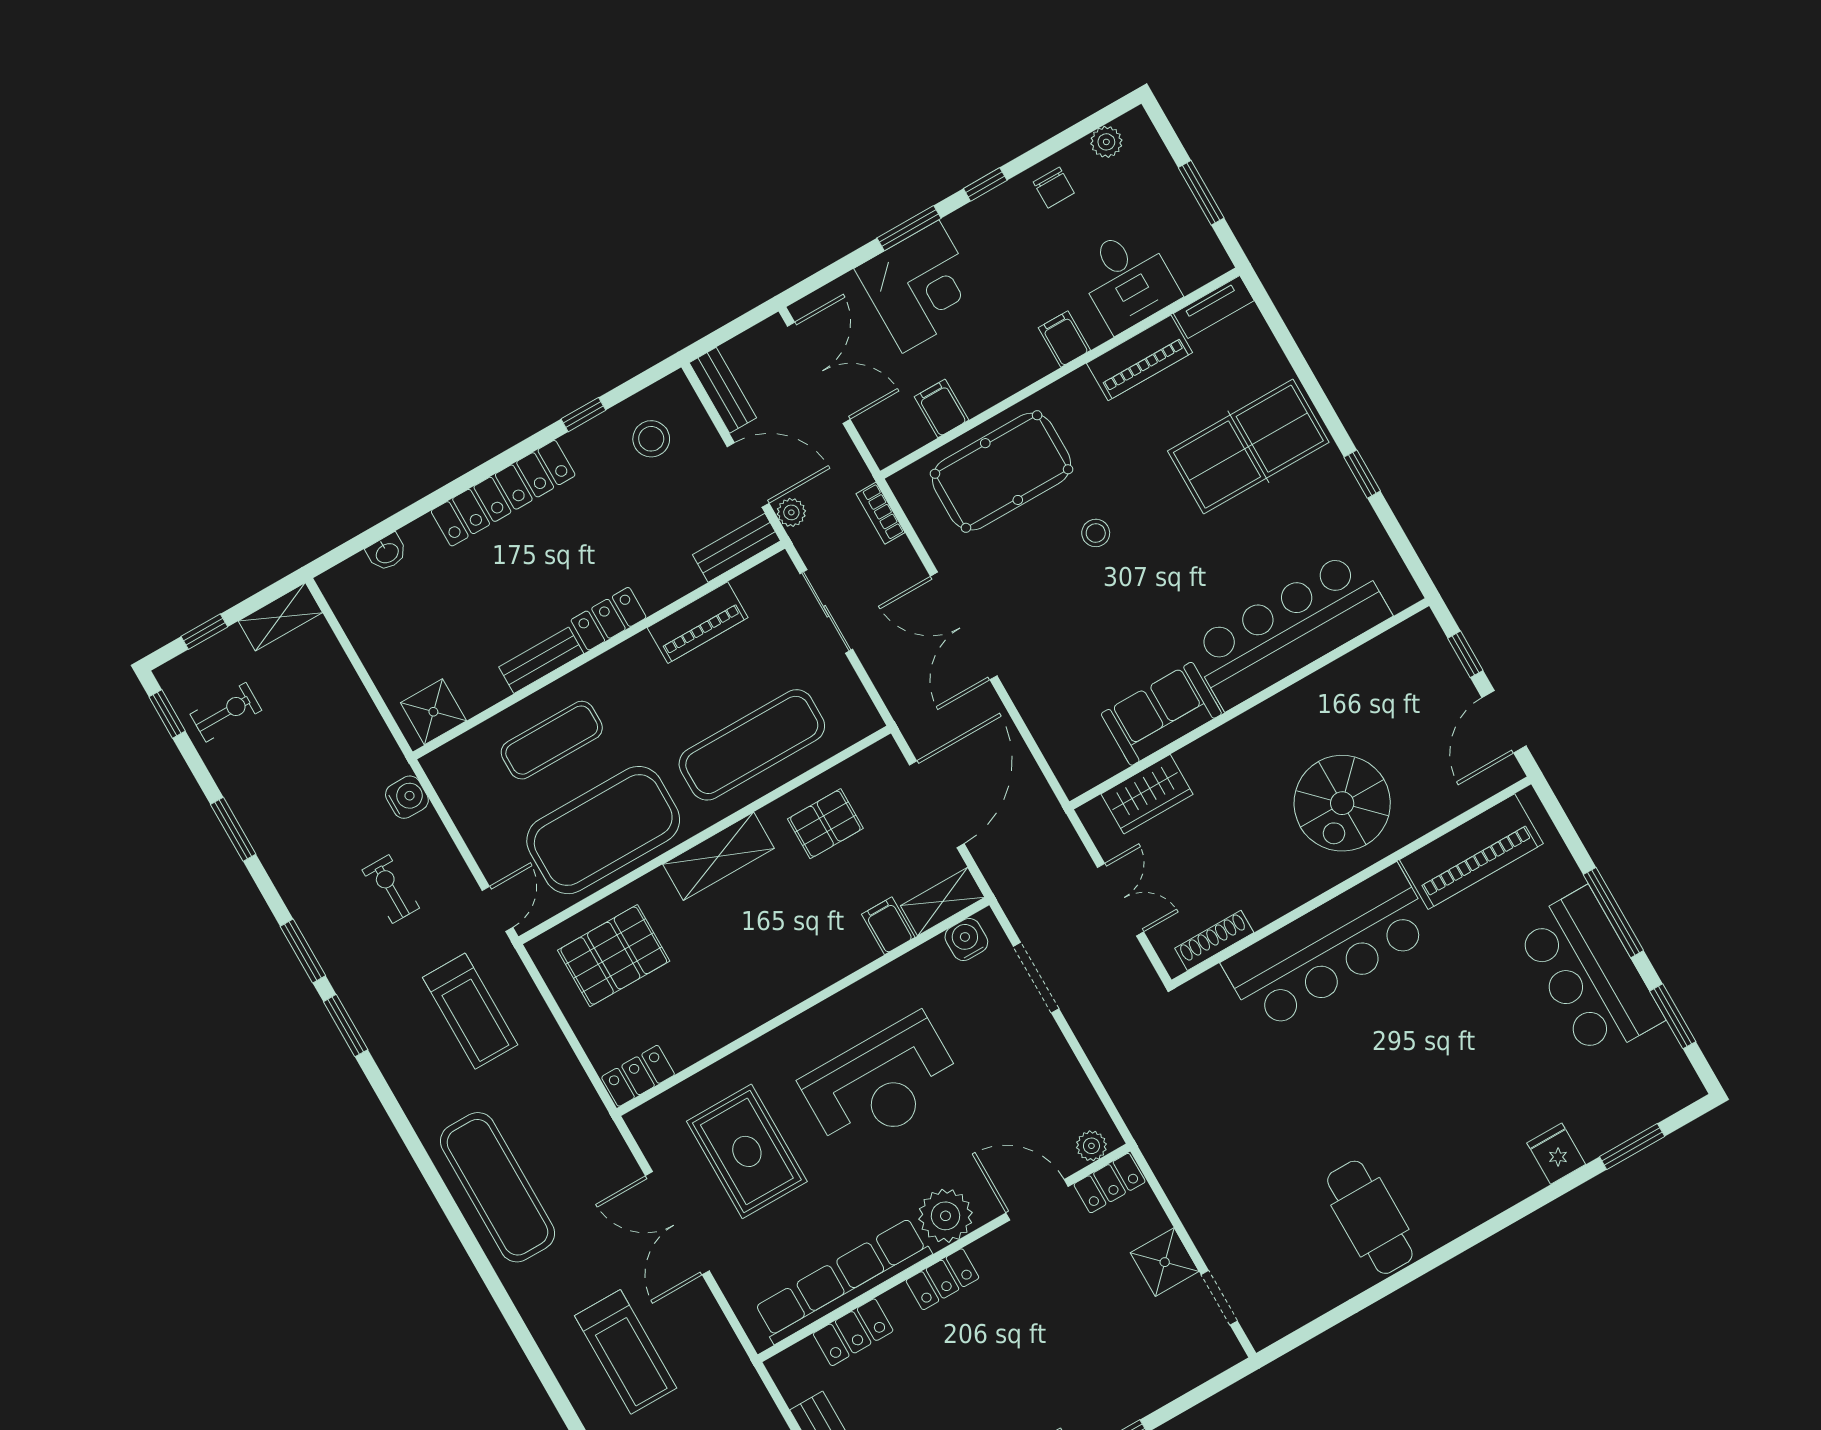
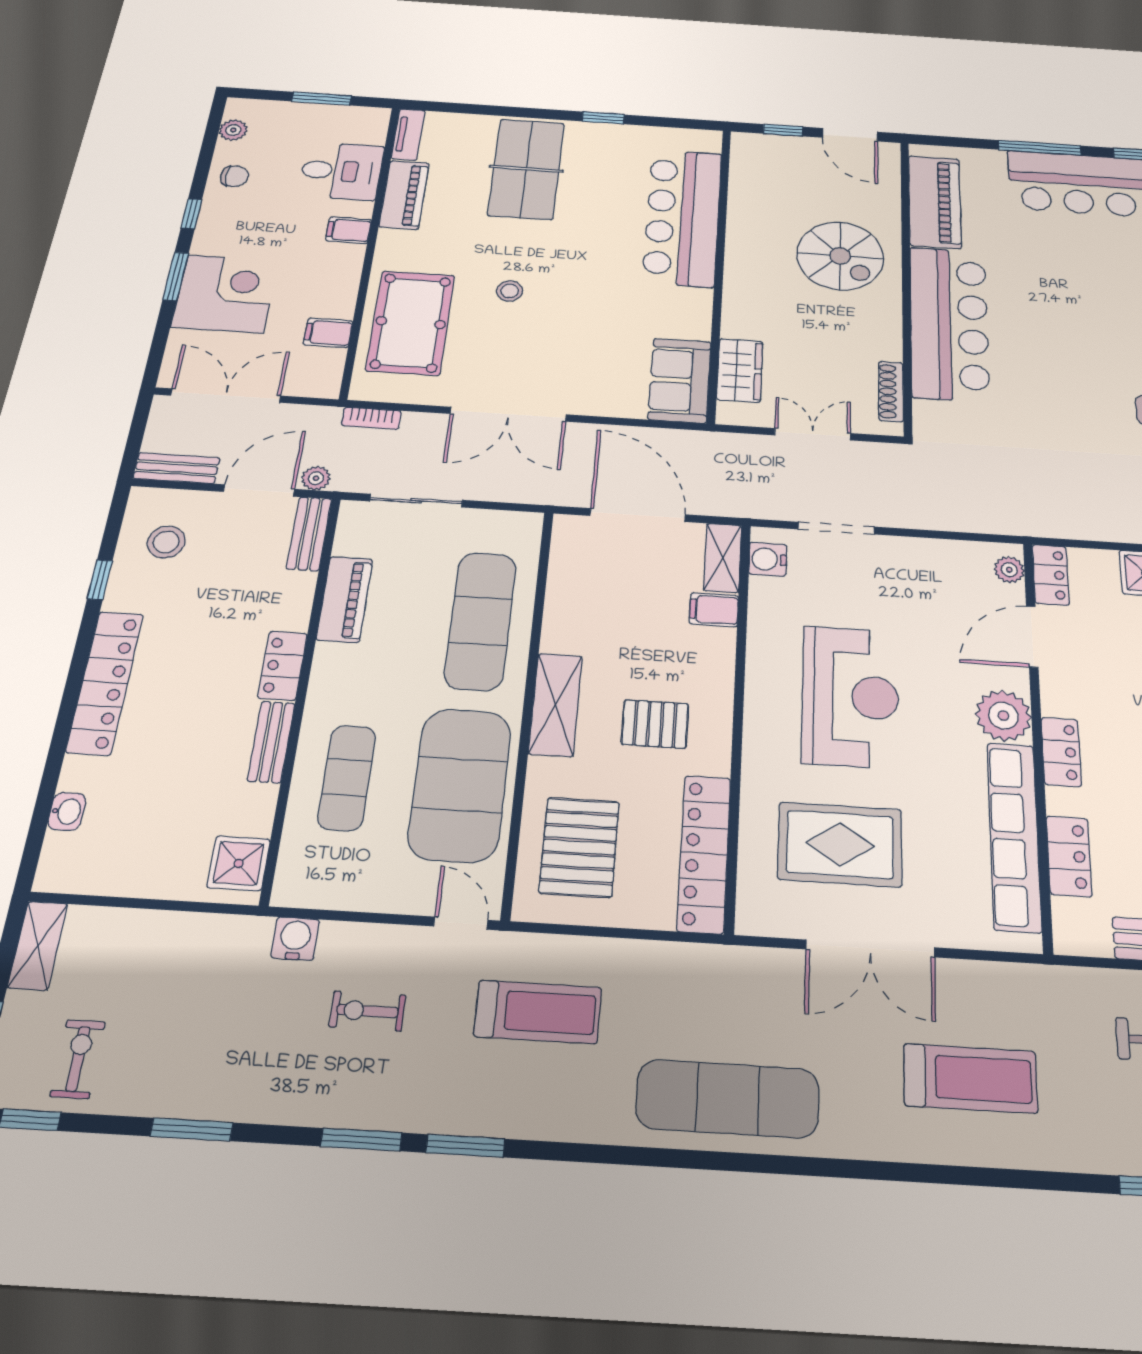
sofa: (1161, 714) -> (680, 380), moved
pallet: (825, 824) -> (655, 724), moved, turned 90
locker: (638, 1076) -> (704, 853), width x2.16, depth x1.21

